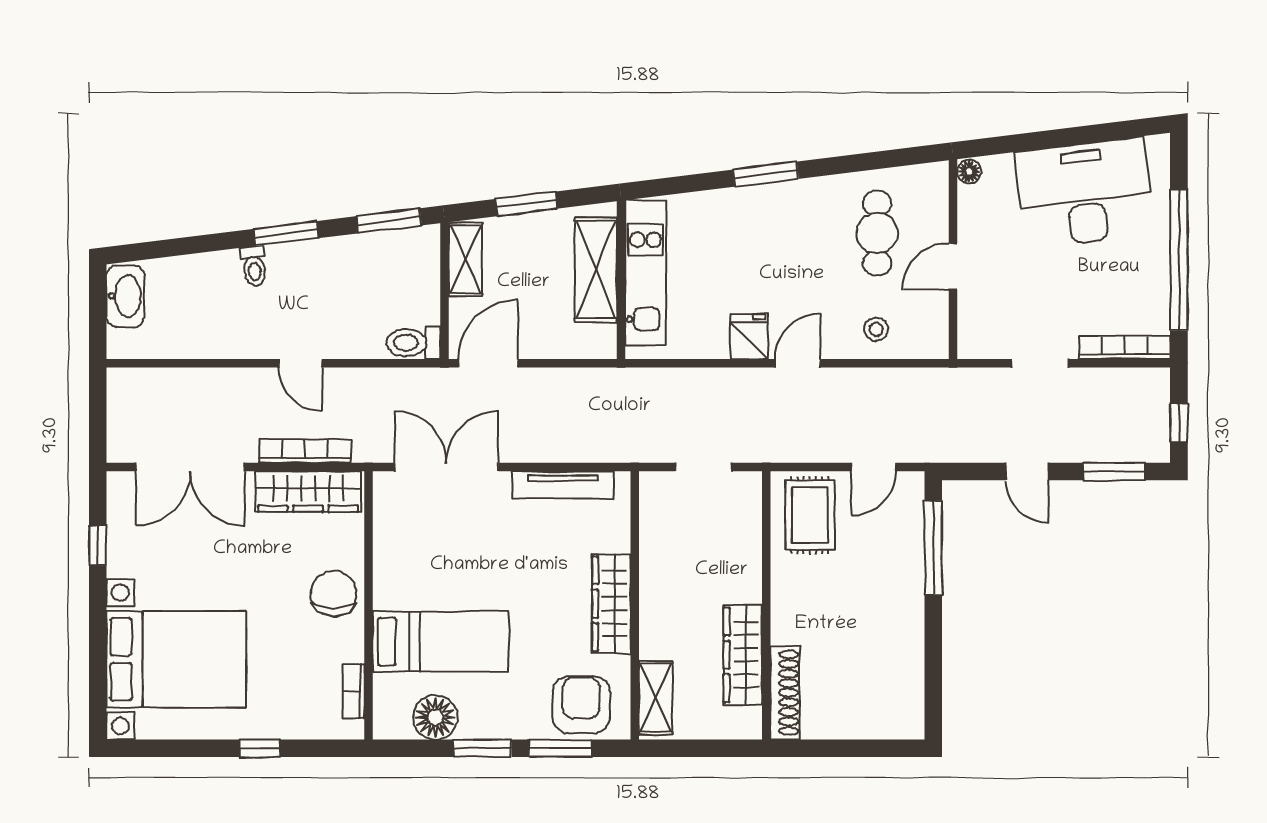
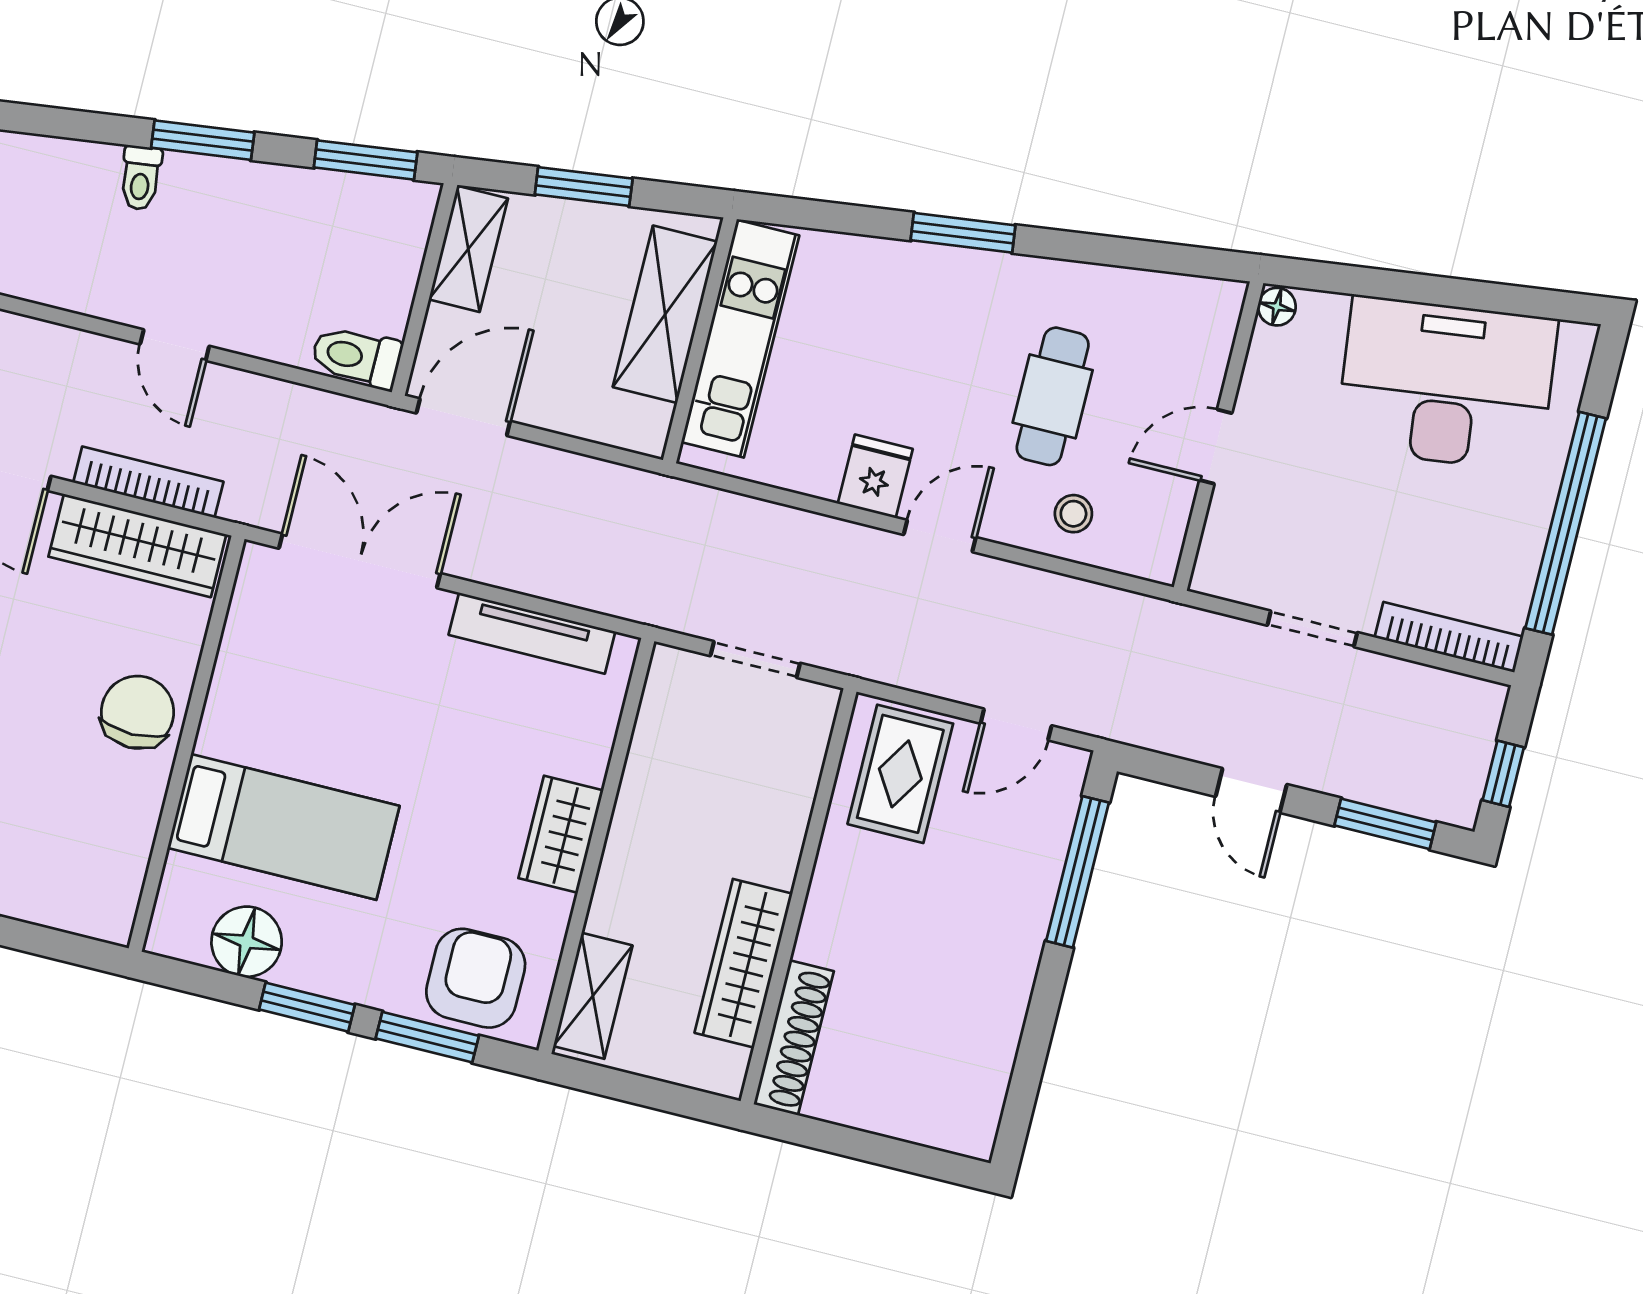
cafe table: (877, 233) -> (1053, 396), moved
wardrobe: (611, 604) -> (561, 834), width x0.67
bookcase: (353, 691) -> (130, 870), removed

